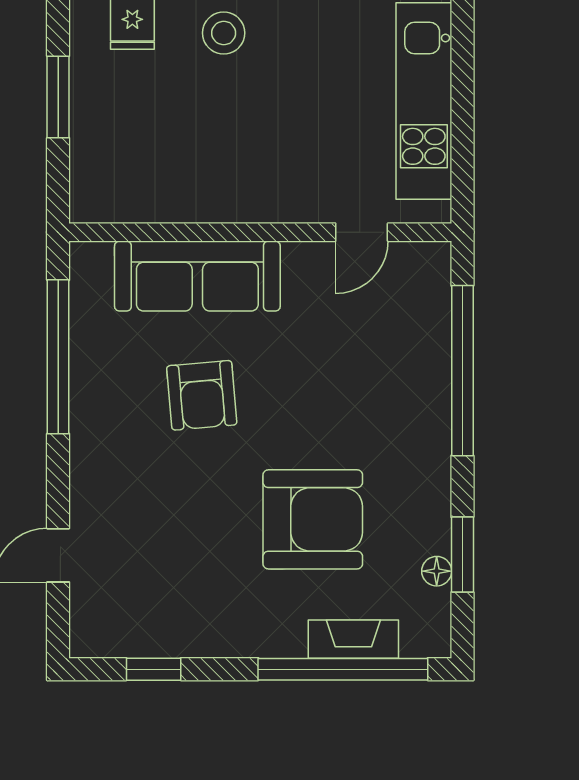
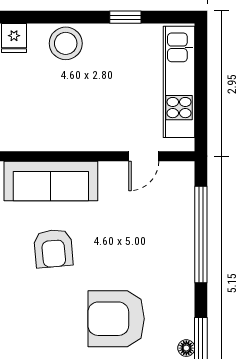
stool: (224, 33) -> (66, 43), width x1.38, depth x1.38
armchair: (313, 519) -> (116, 319), turned 180

